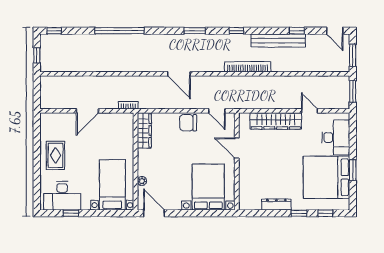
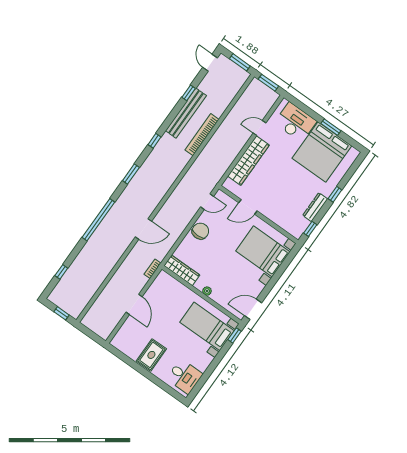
window: (54, 31) -> (61, 272), moved
window: (120, 31) -> (98, 220), moved
door: (335, 31) -> (210, 63), swing flipped
bookcase: (248, 67) -> (202, 135), moved
door: (179, 74) -> (143, 229), moved
chair: (188, 123) -> (200, 231), turned 180
rug: (55, 155) -> (151, 355), turned 90
plant: (142, 181) -> (207, 291), moved
desk: (62, 196) -> (185, 376), width x0.73
window: (71, 213) -> (234, 335), moved
window: (325, 213) -> (310, 229), moved

